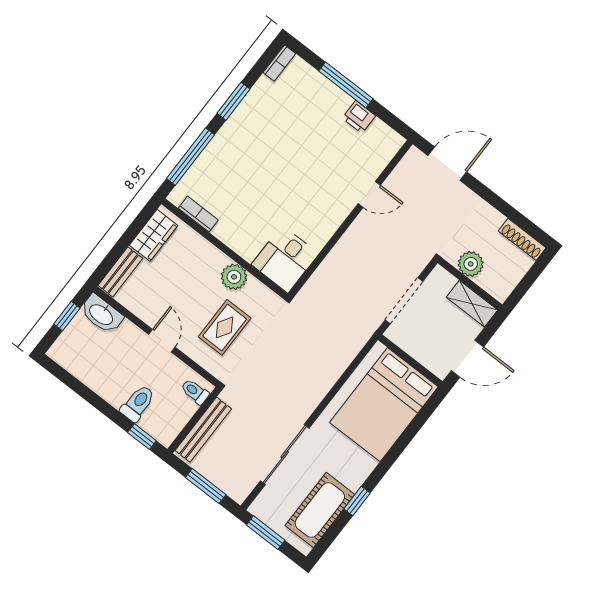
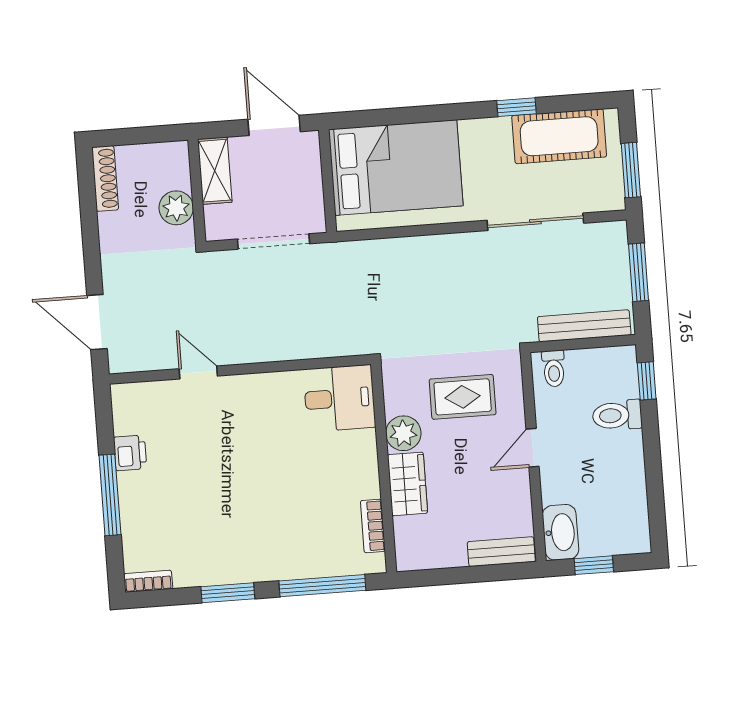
wardrobe: (153, 235) -> (408, 484), moved, turned 90

